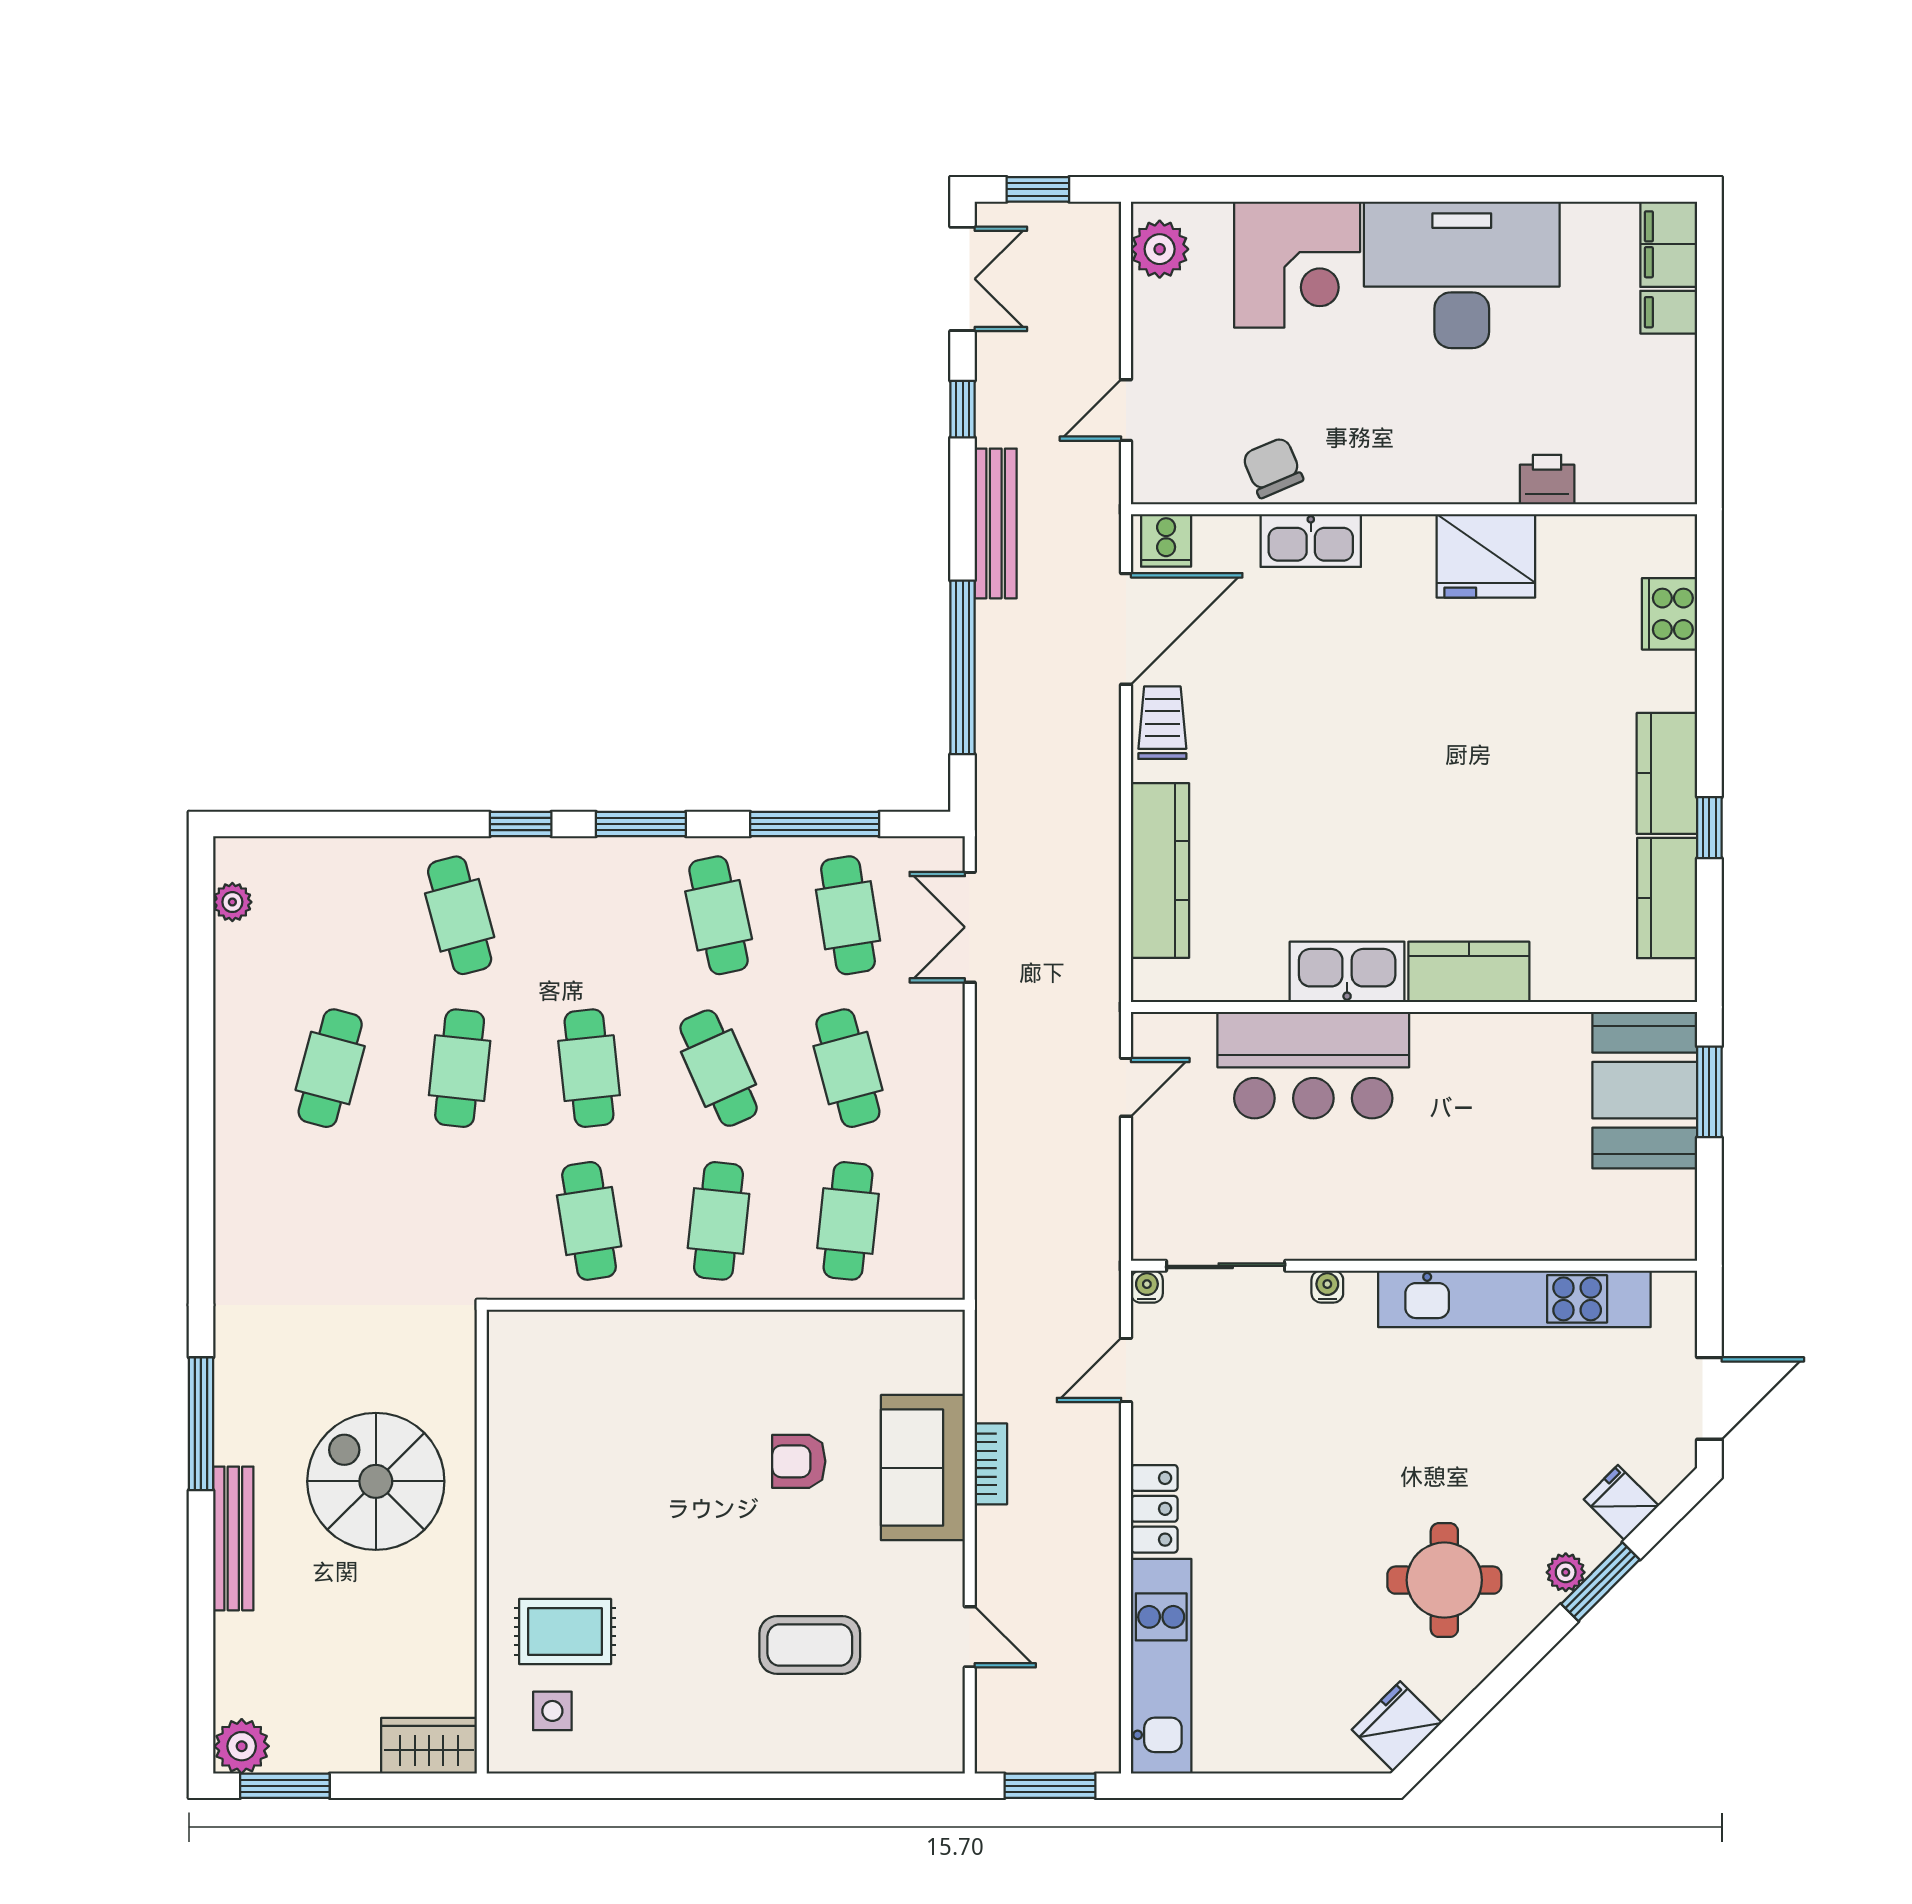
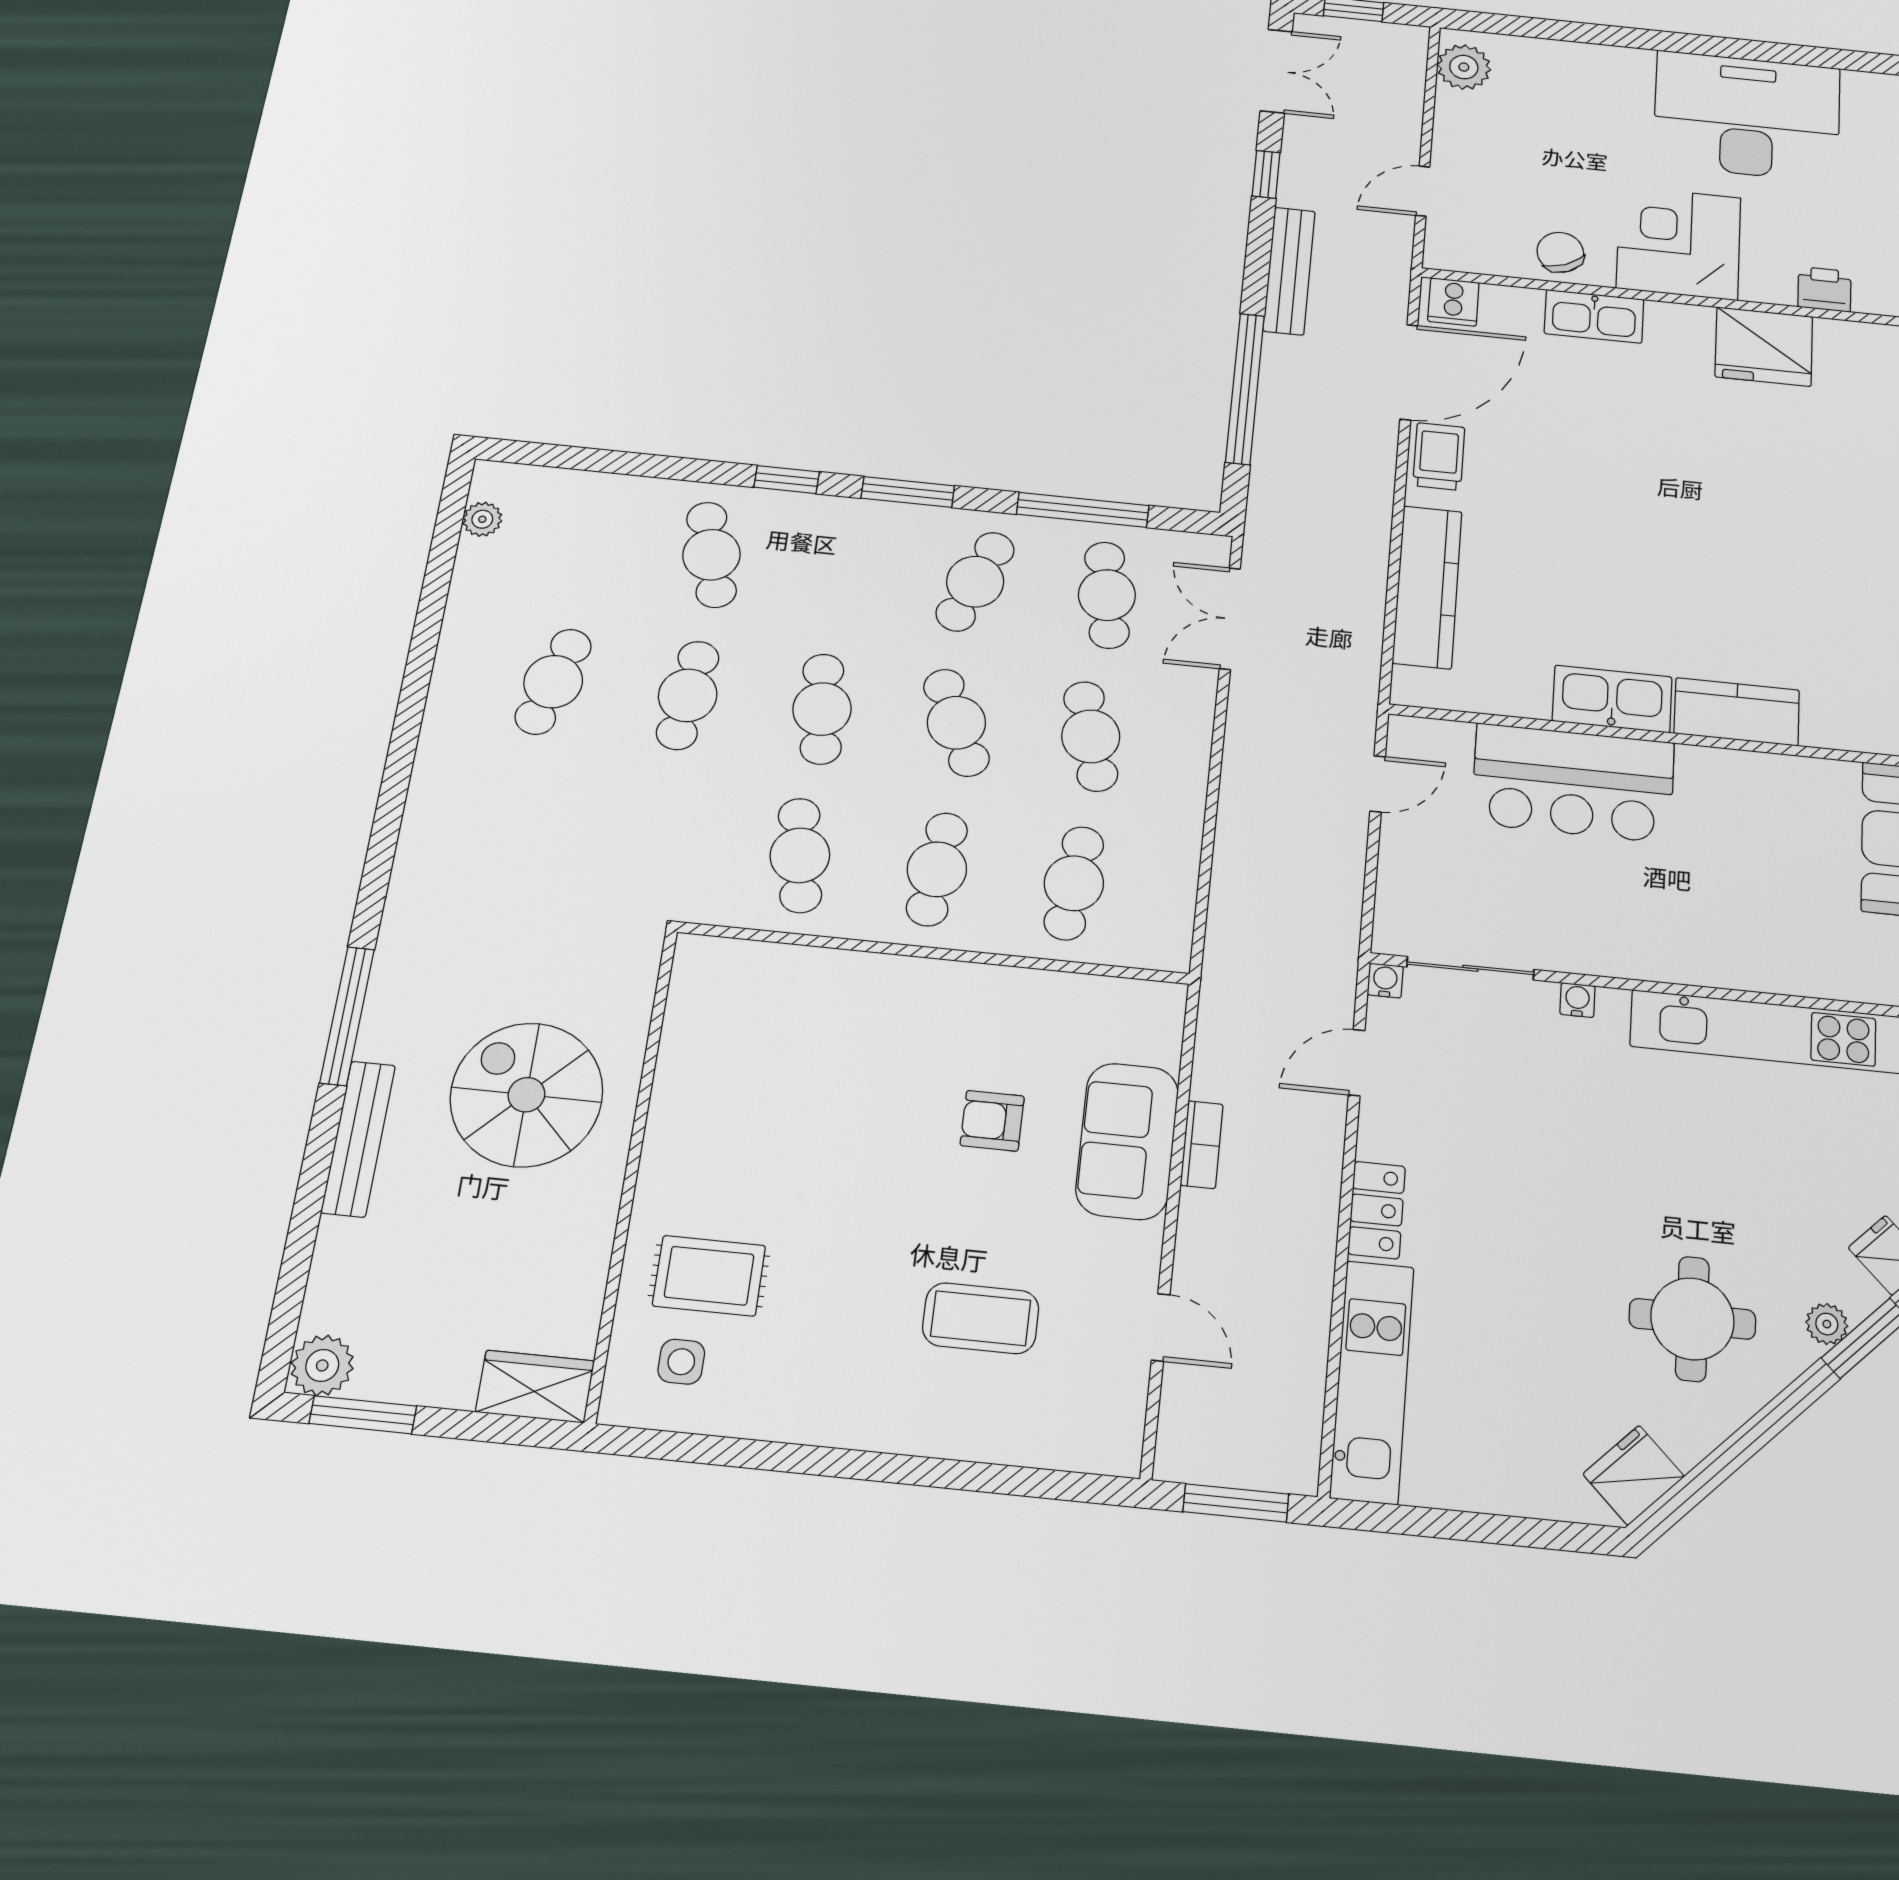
corner desk: (1297, 265) -> (1679, 243), moved, turned 180
cafe table: (719, 915) -> (975, 582), turned 33

